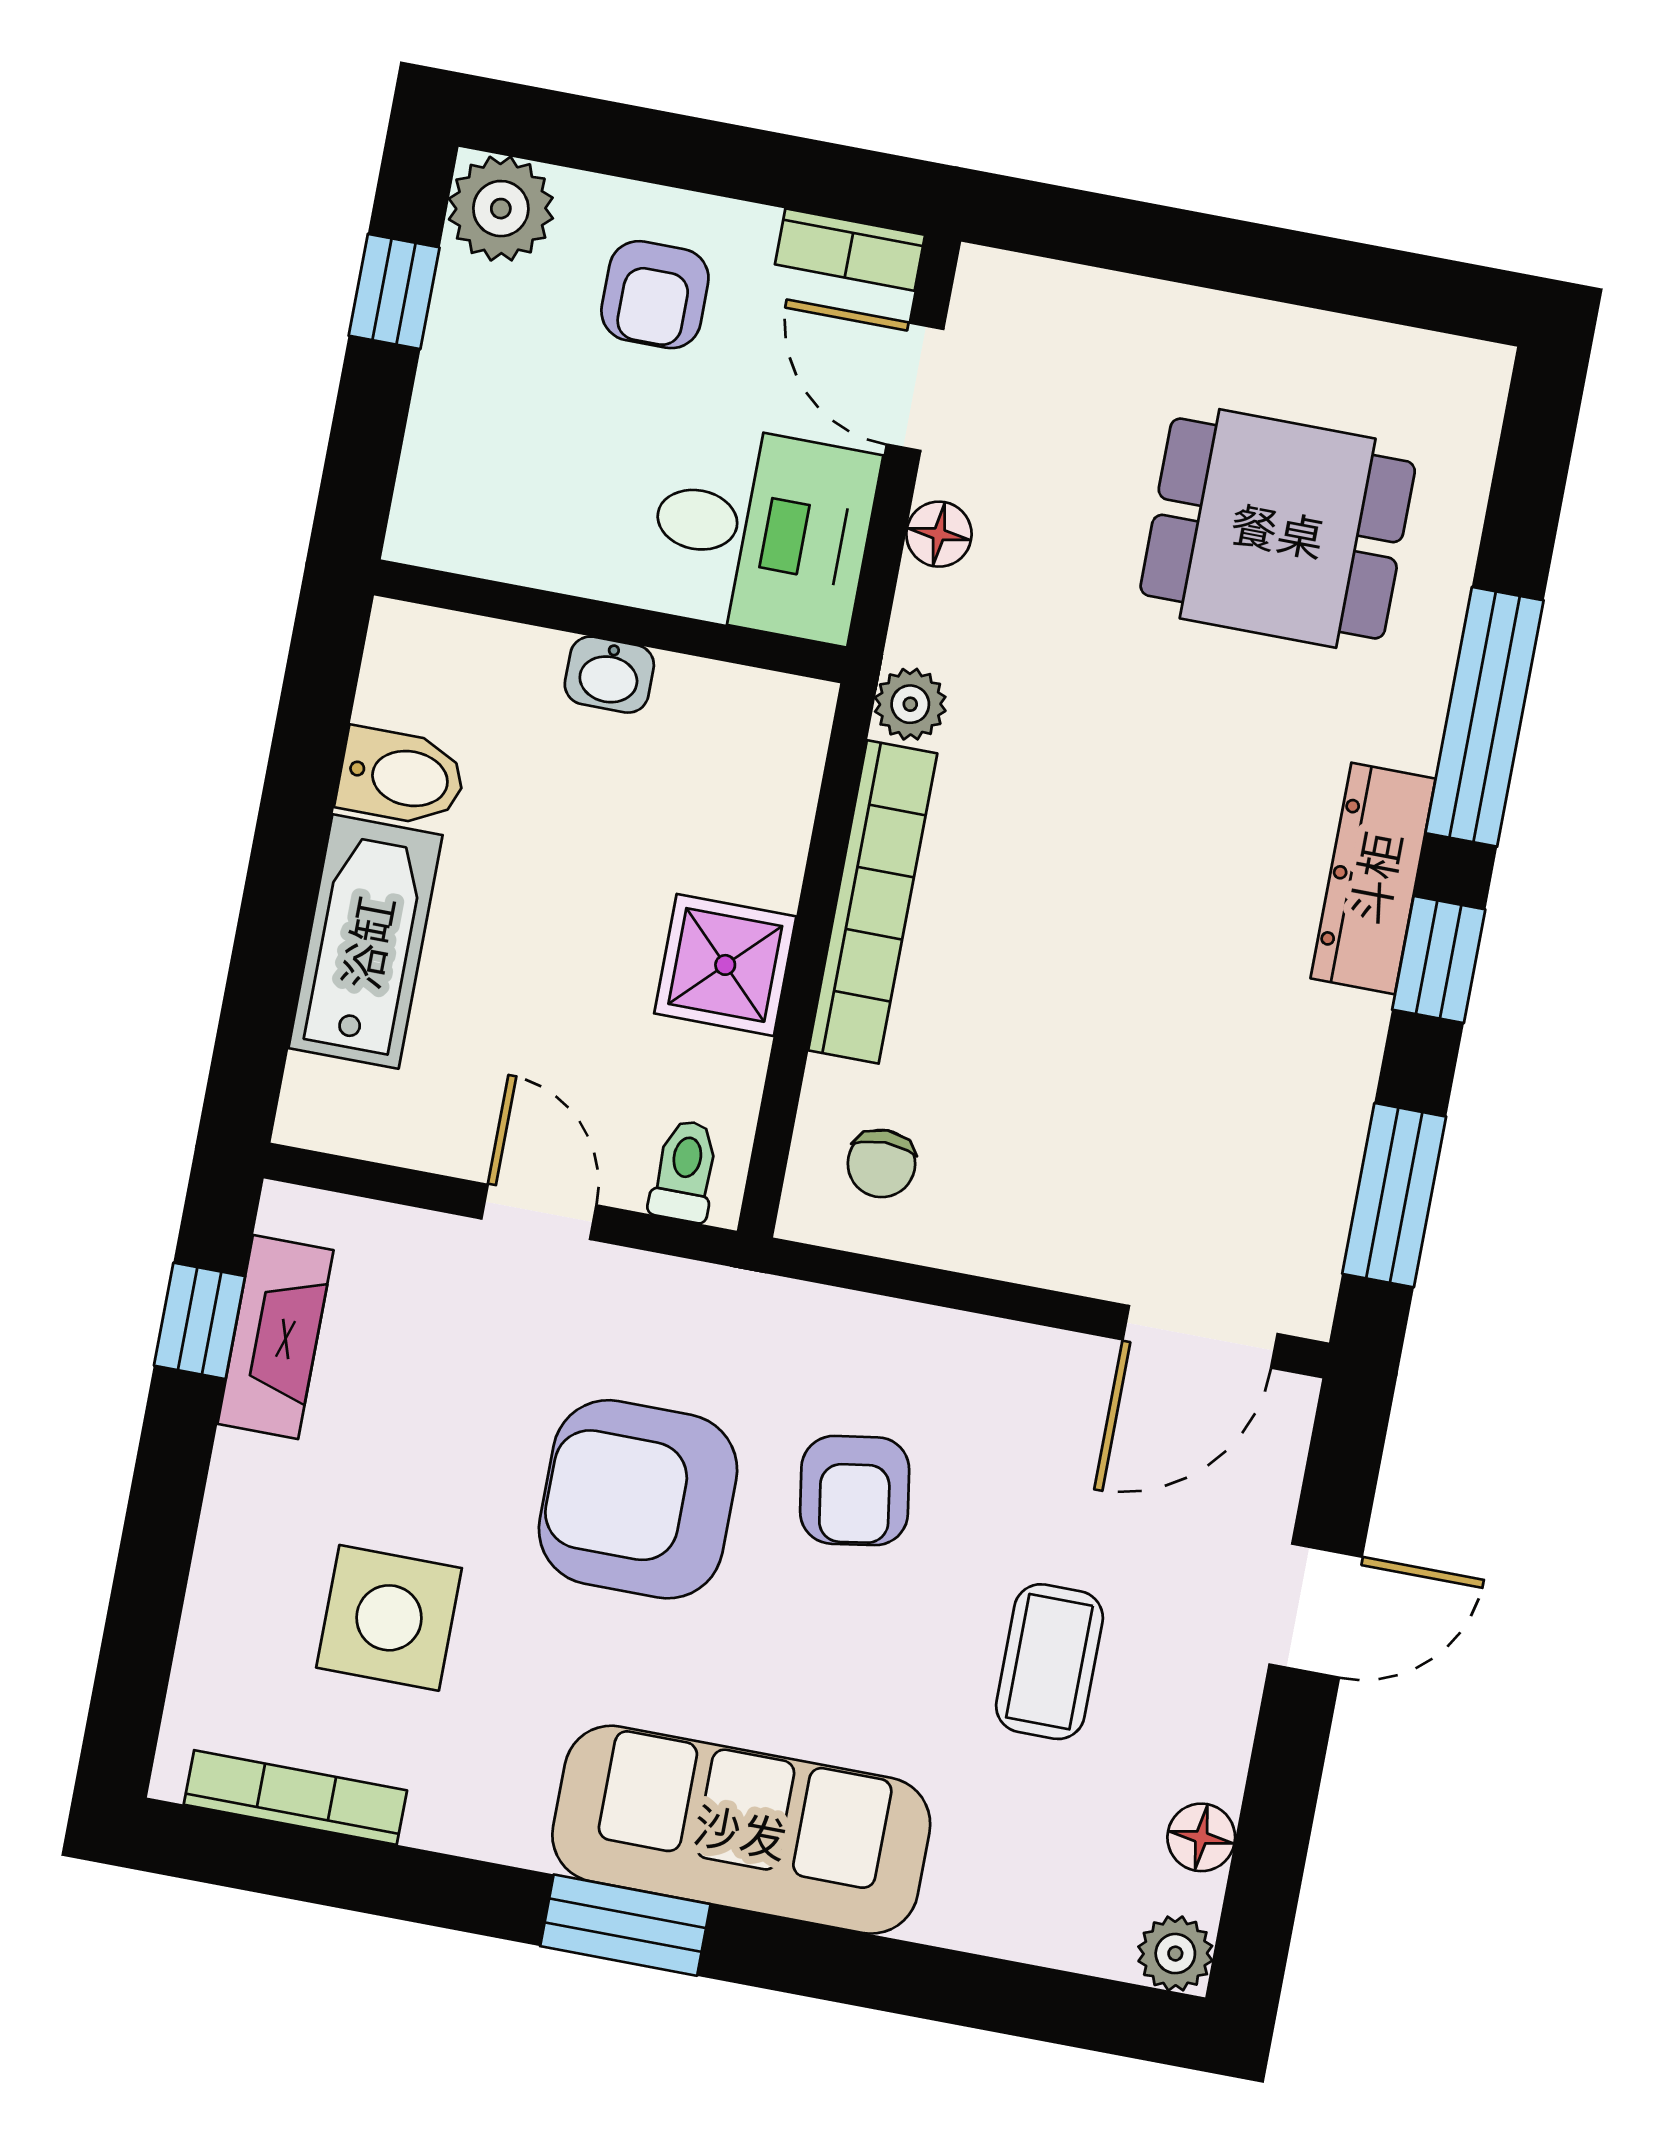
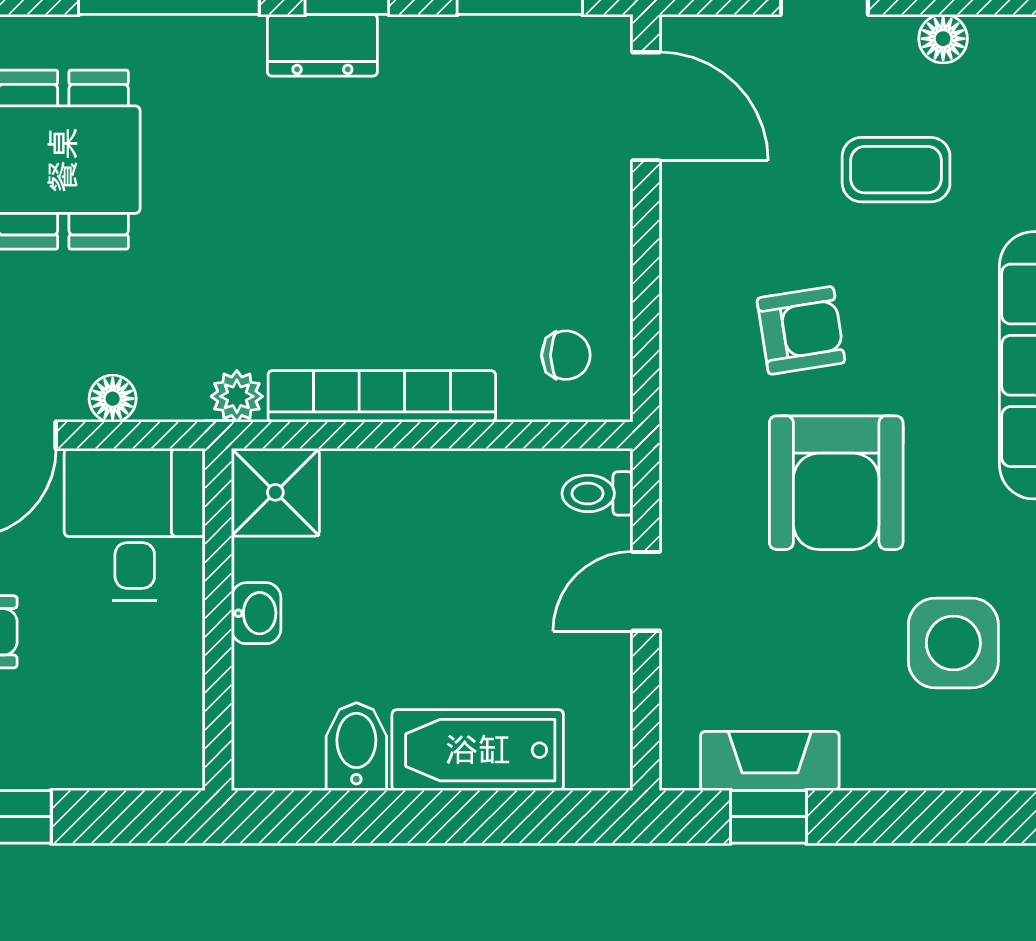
dresser: (1373, 878) -> (322, 45), width x0.70
shower: (725, 965) -> (275, 492), moved
floor lamp: (1201, 1837) -> (943, 39), moved

